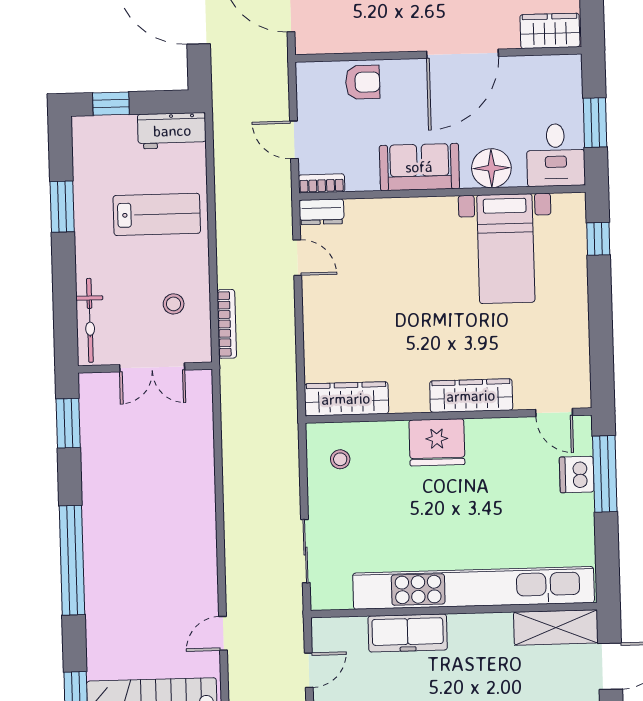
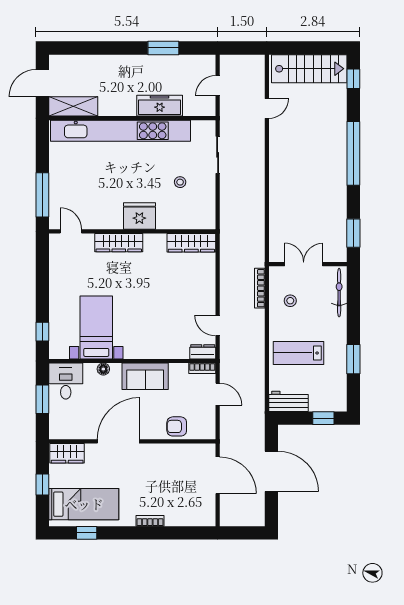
floor lamp: (491, 168) -> (103, 369), width x0.53, depth x0.53
stool: (340, 459) -> (180, 182), moved
dishwasher: (577, 475) -> (59, 195), removed

